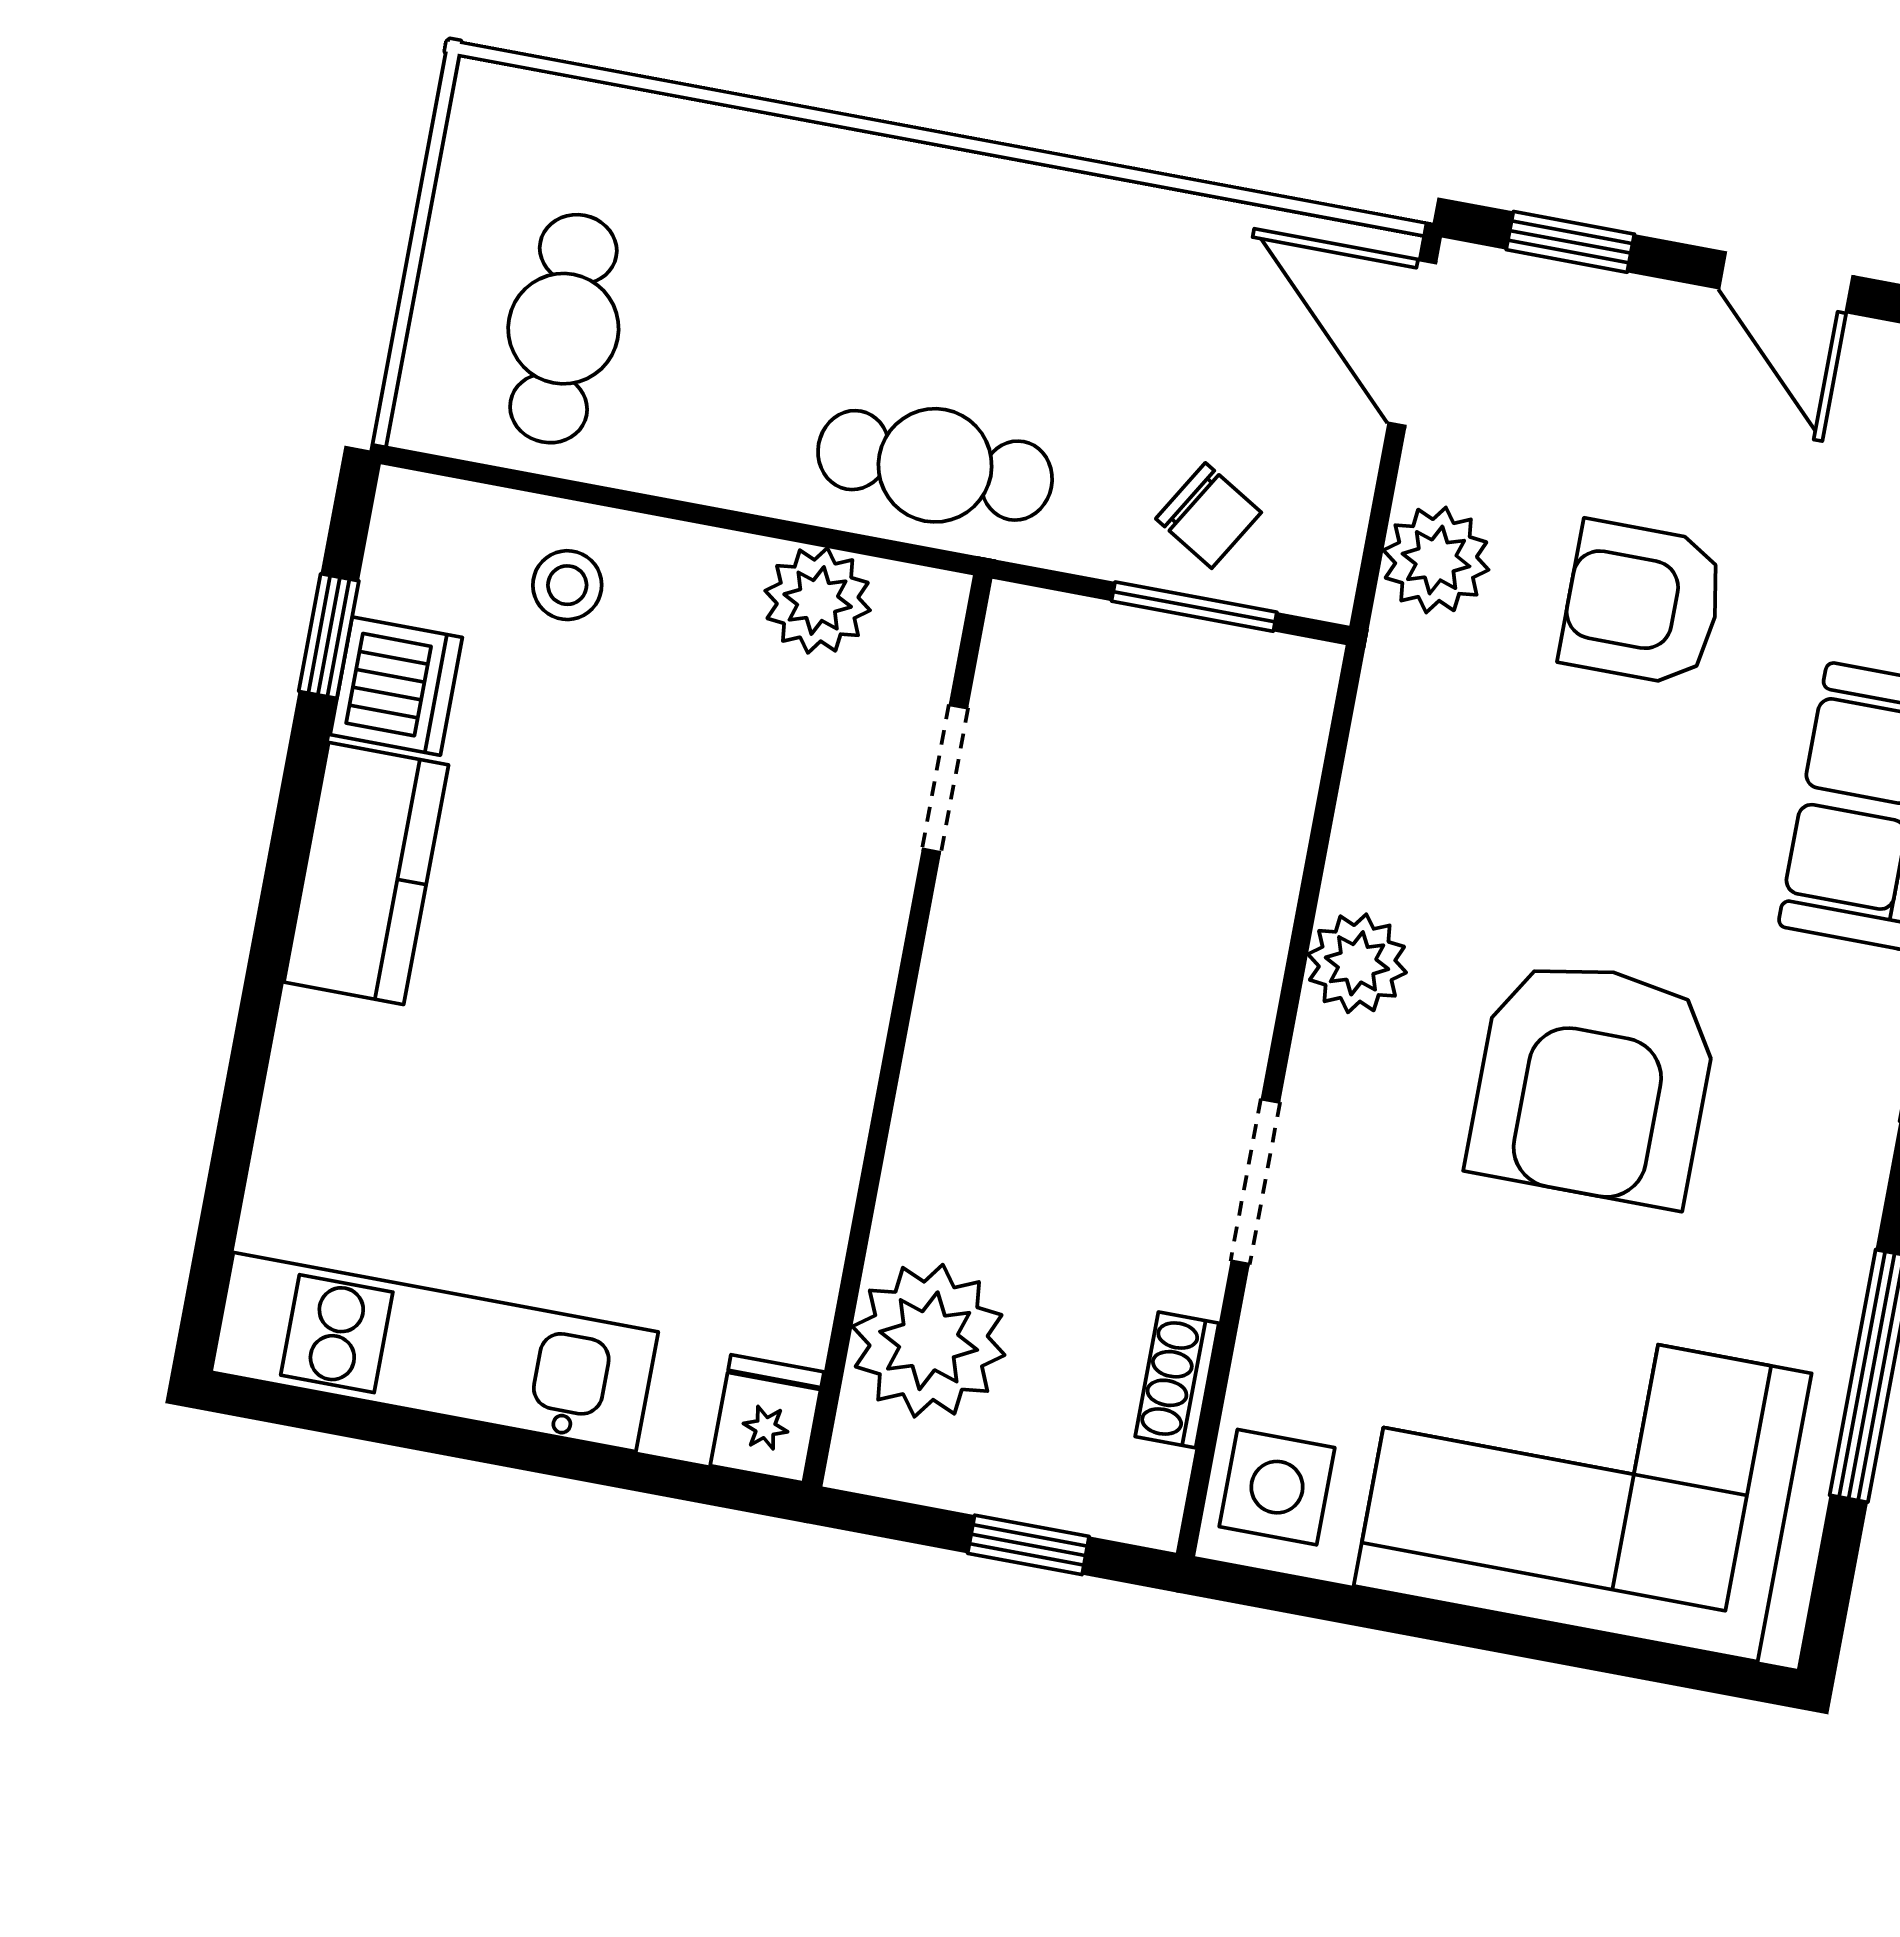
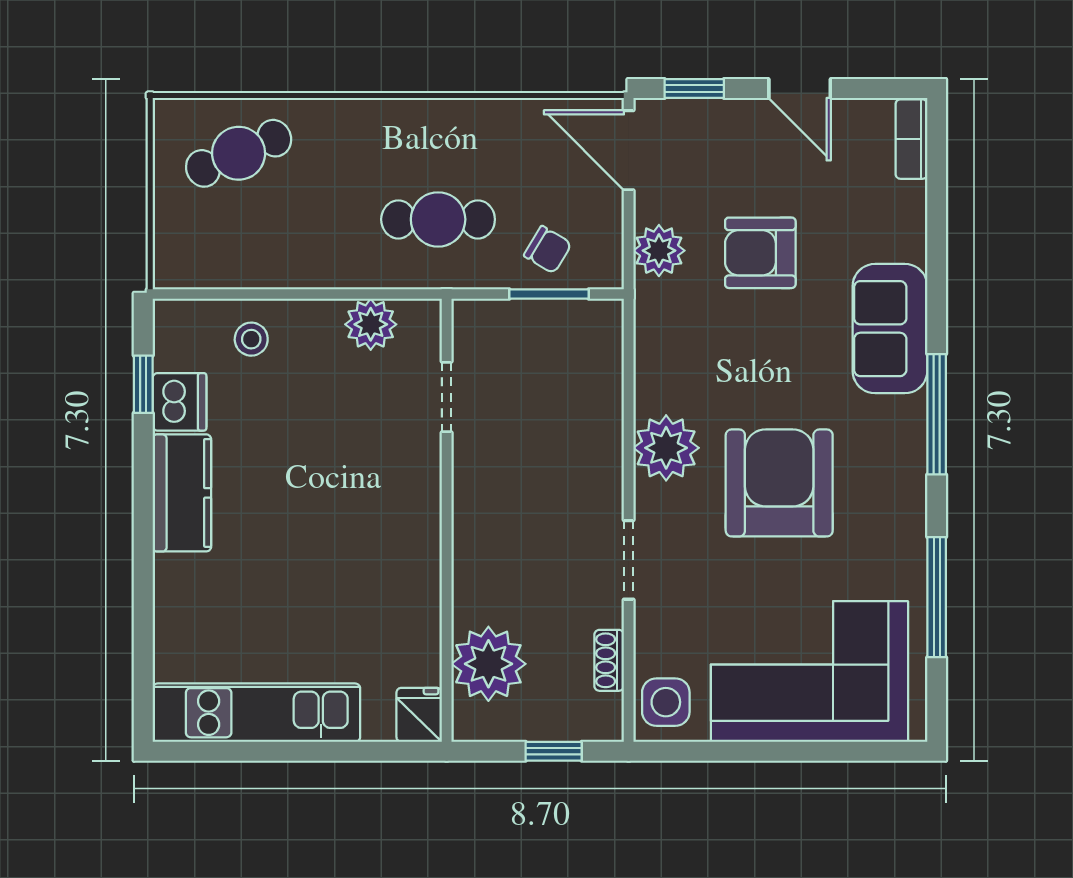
cafe table: (563, 329) -> (239, 153), moved, turned 67
cafe table: (935, 465) -> (438, 219), moved
plant: (1357, 963) -> (666, 448), width x1.36, depth x1.36
armchair: (1593, 1082) -> (779, 483), turned 180

